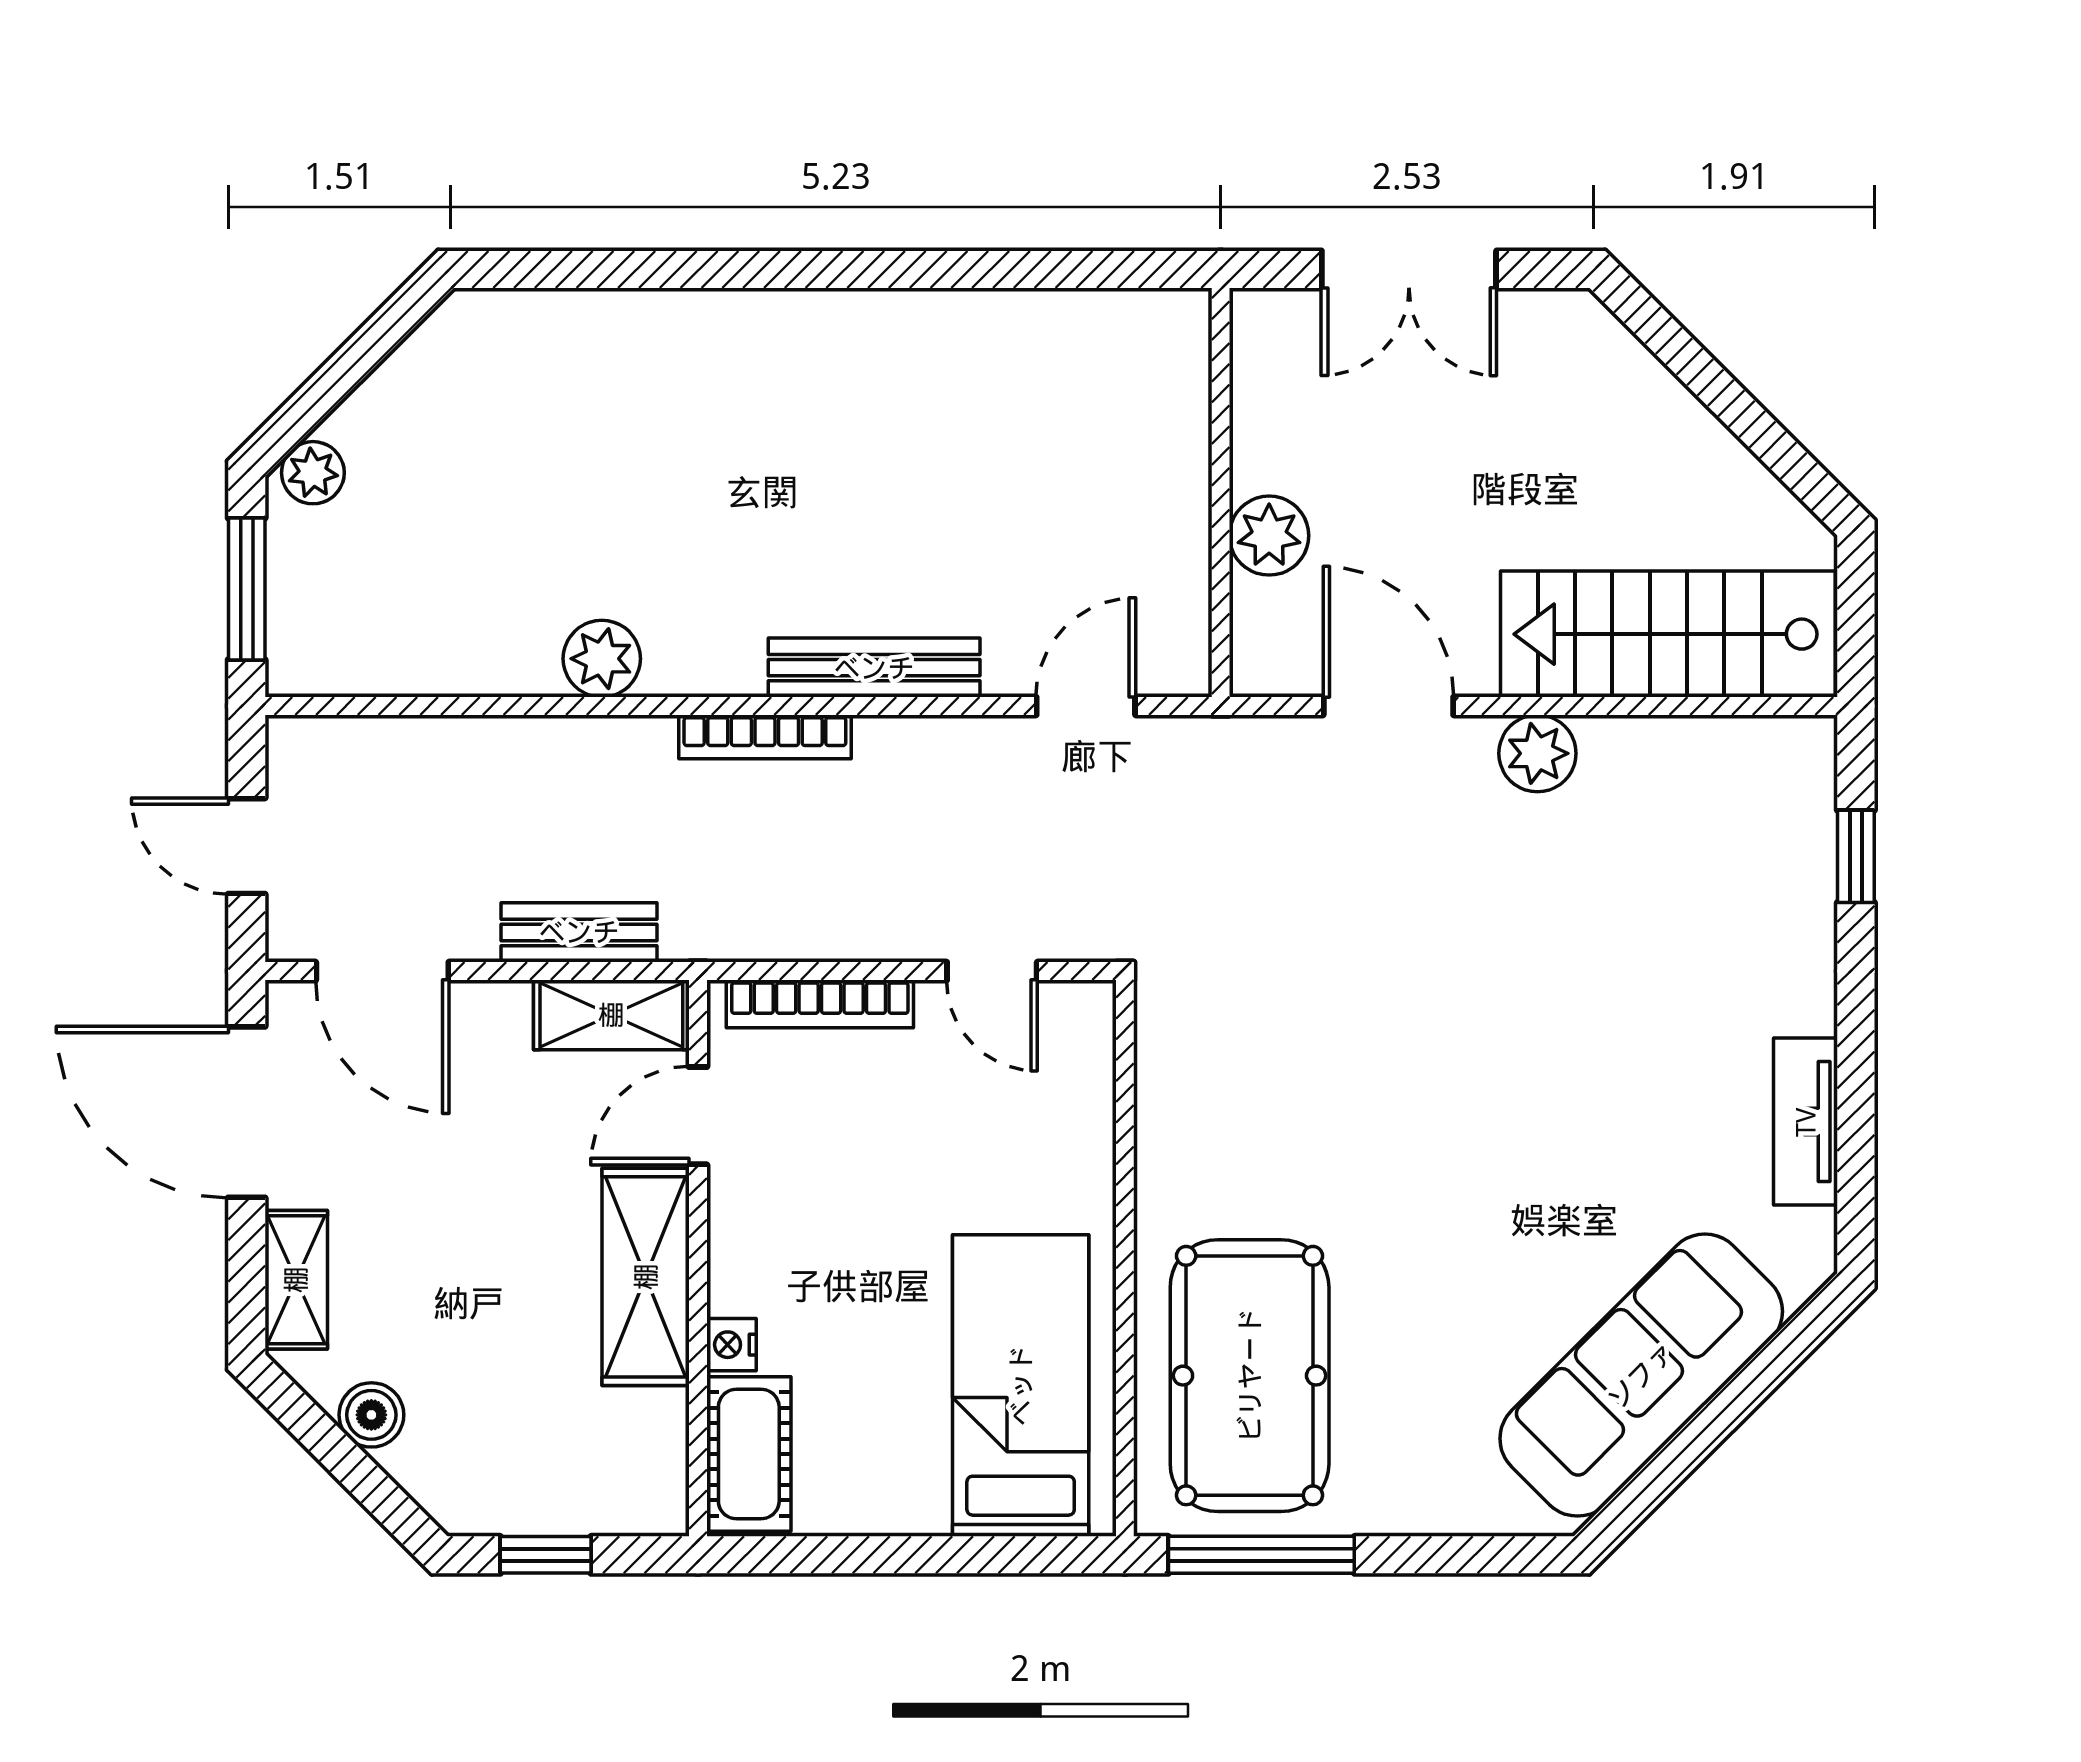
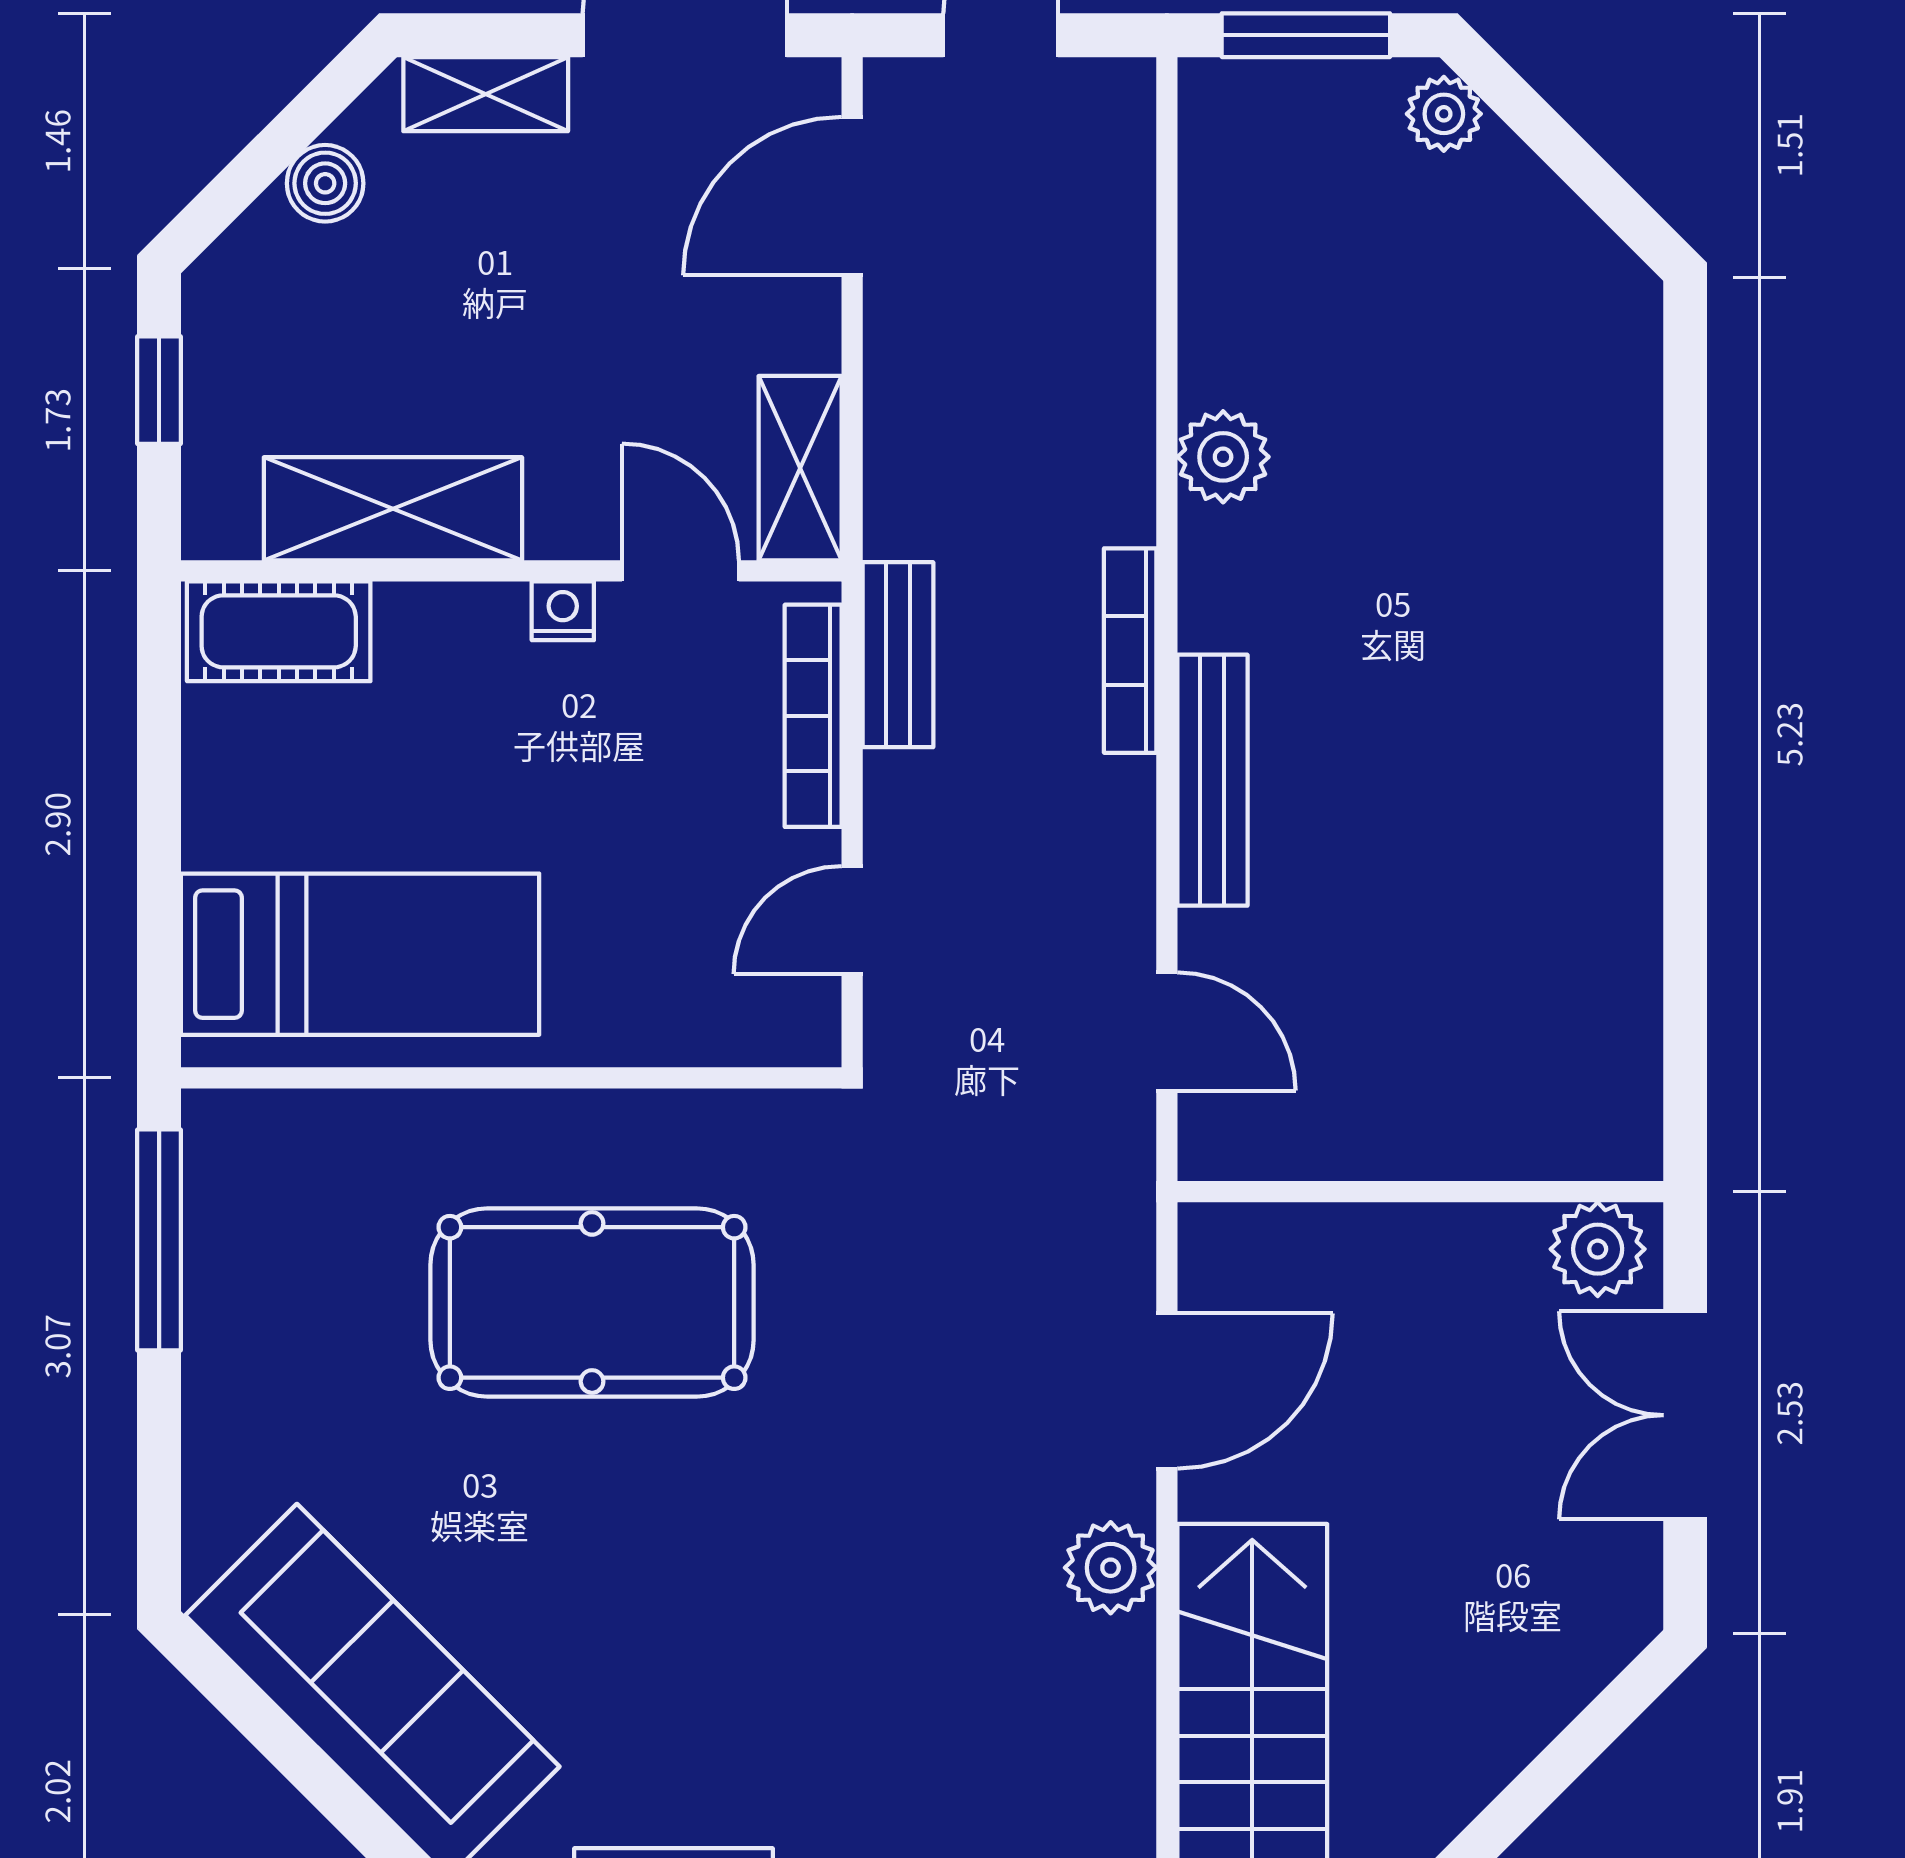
plant: (1269, 536) -> (1598, 1249), moved
bench: (579, 932) -> (898, 655), moved
shelving: (646, 1277) -> (393, 509), moved
nightstand: (731, 1345) -> (563, 611), moved
pool table: (1250, 1376) -> (592, 1302), moved

